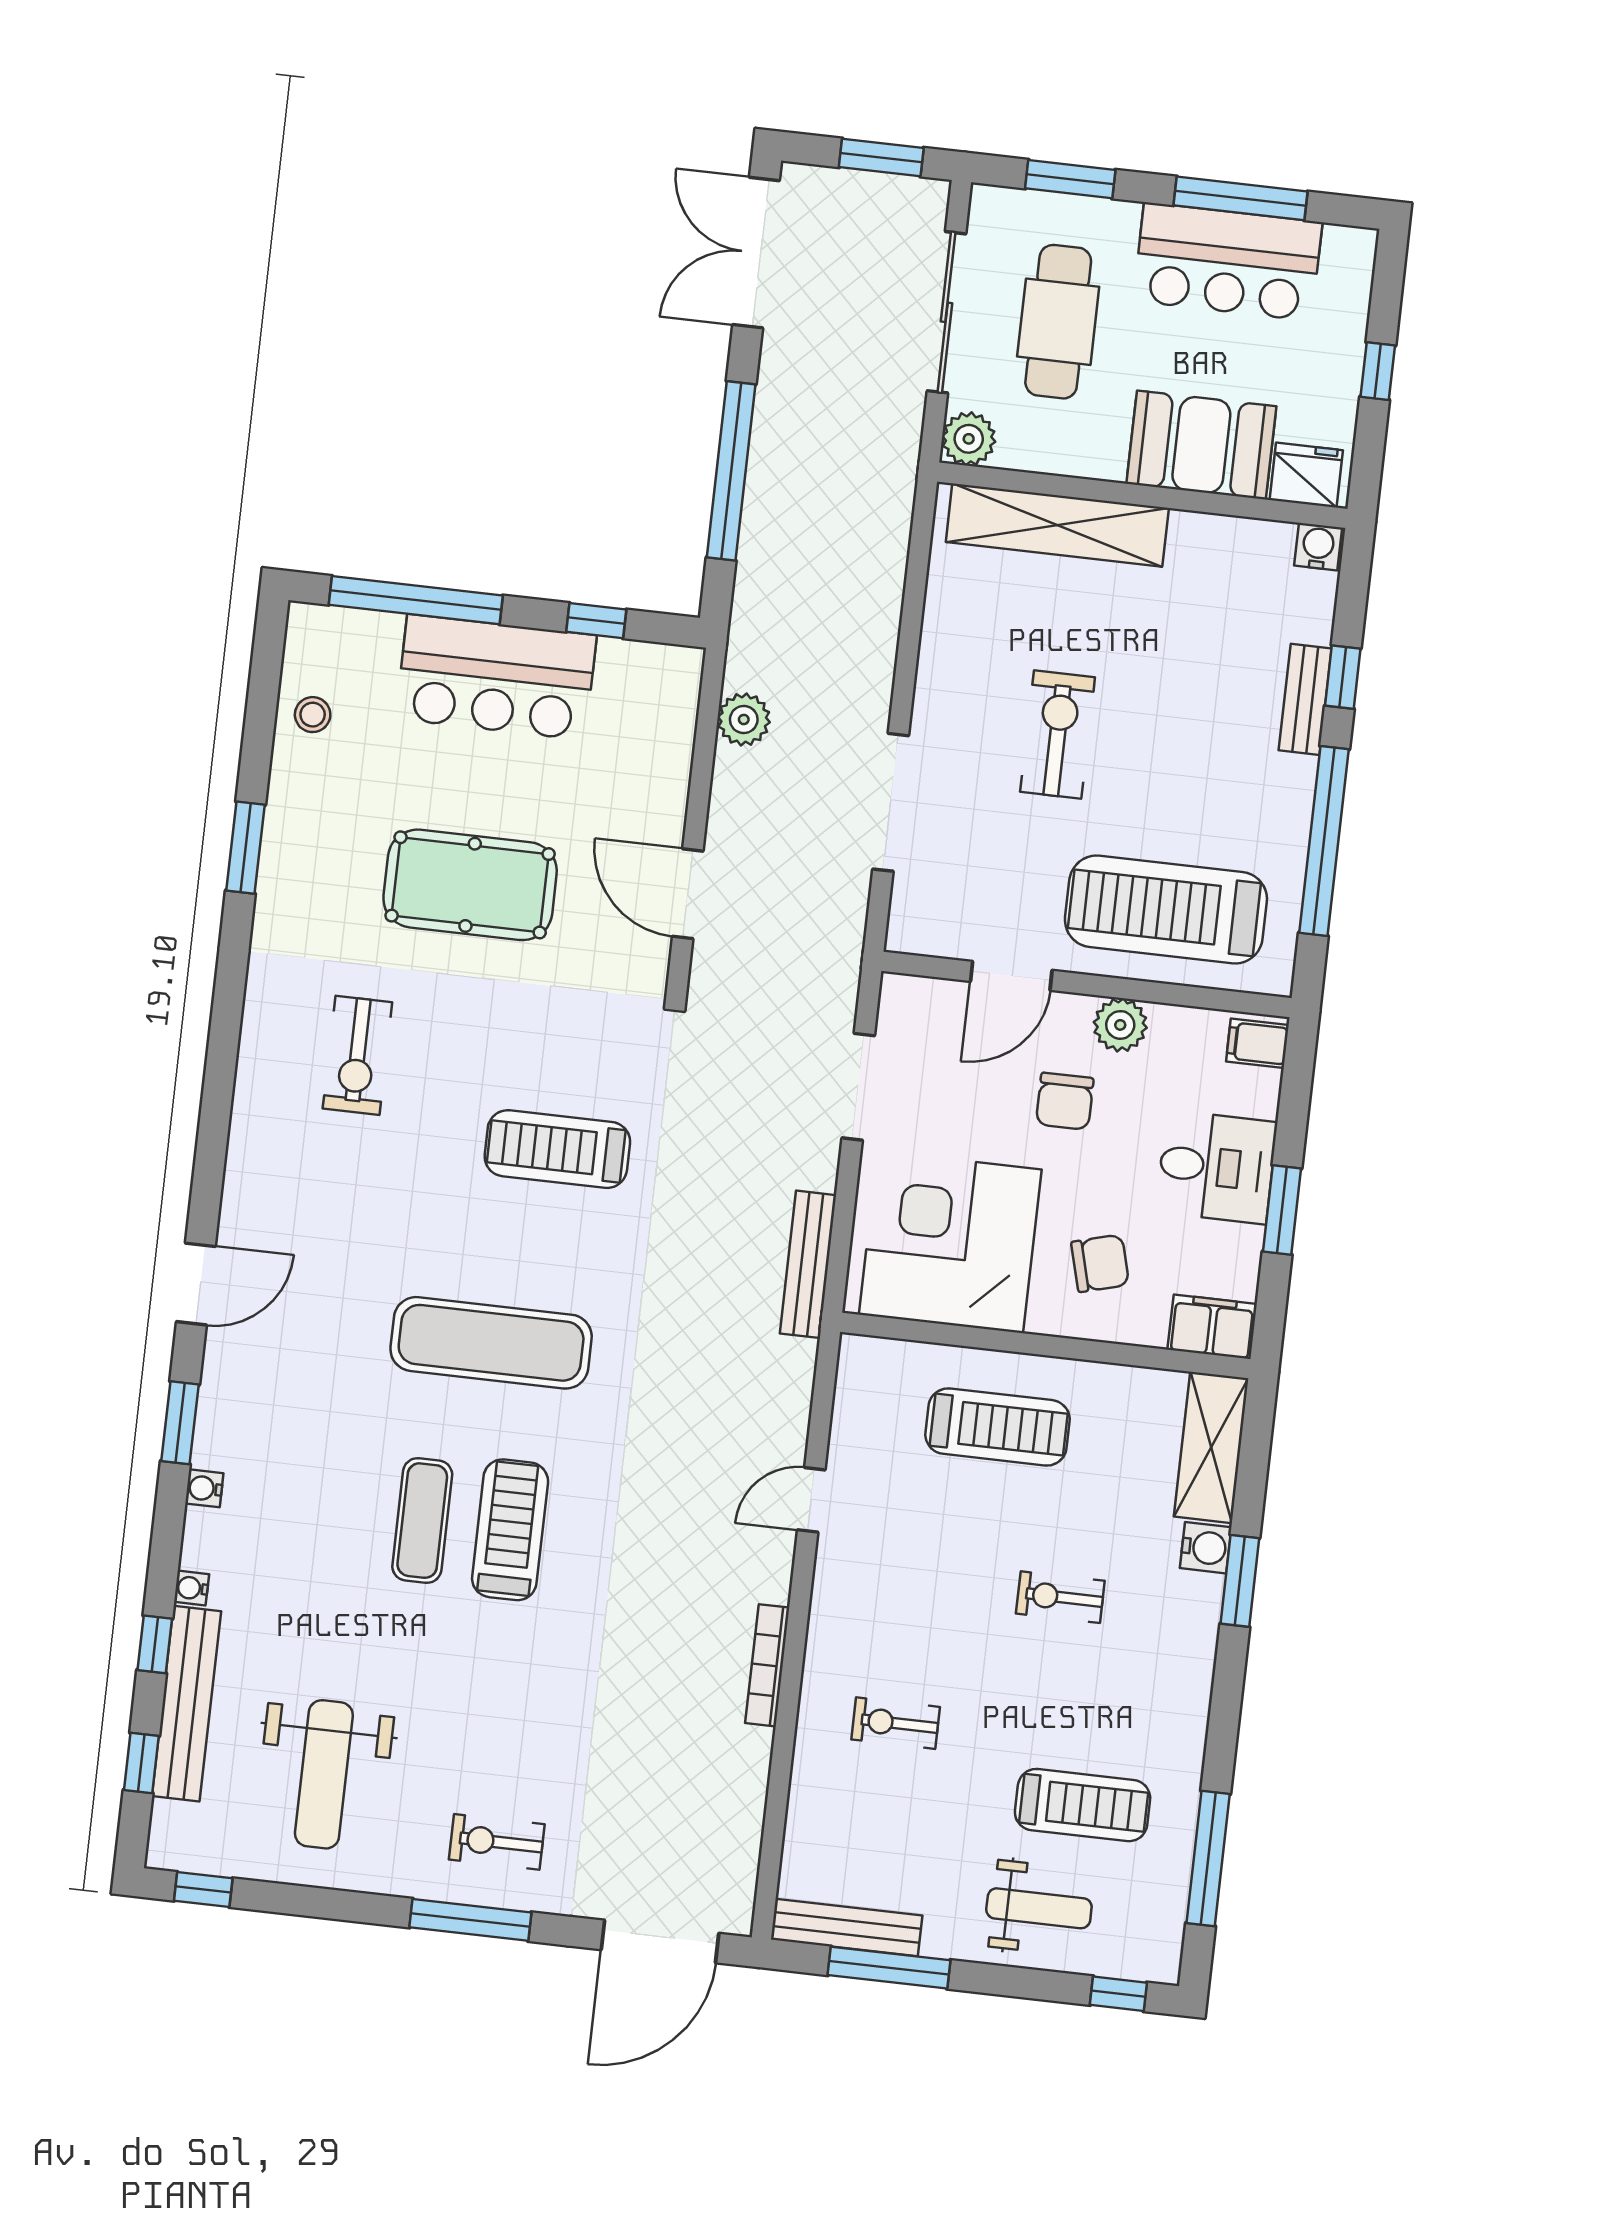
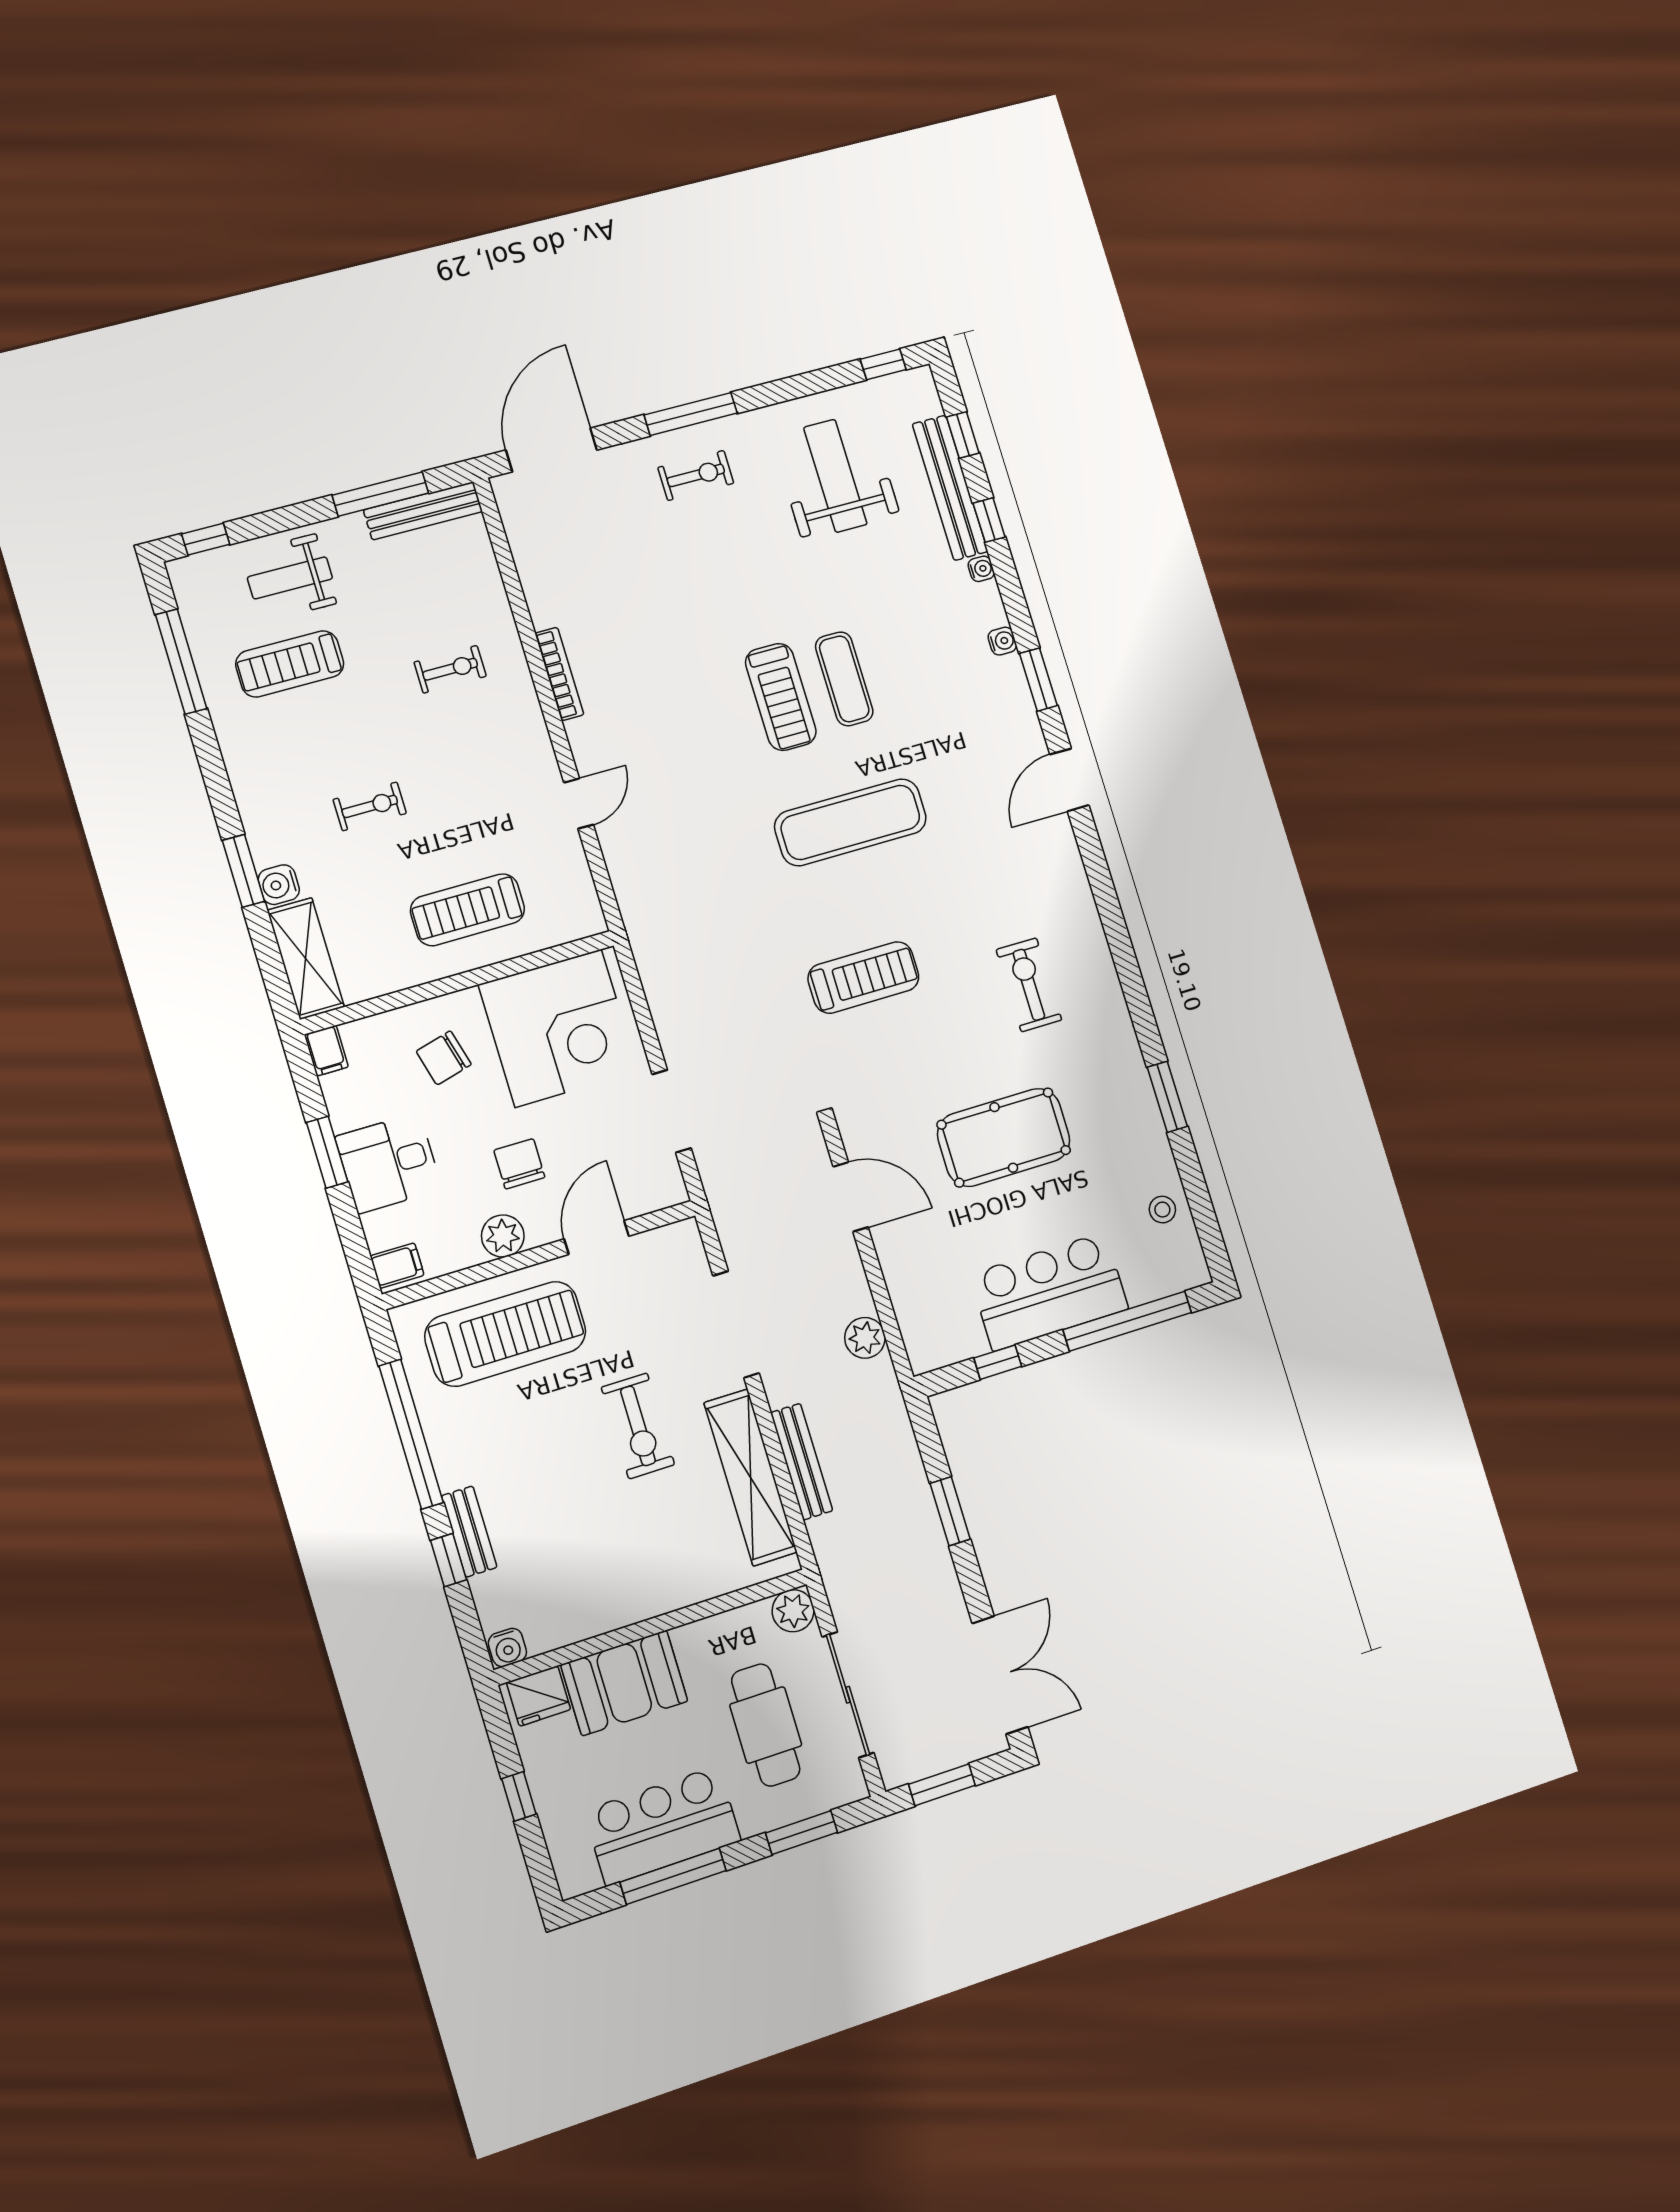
window: (731, 471) -> (950, 1511), width x0.47
shelving: (1057, 525) -> (750, 1477), moved, turned 90
bench: (808, 1264) -> (802, 1462), moved
filing cabinet: (1212, 1327) -> (326, 1051), width x0.50

